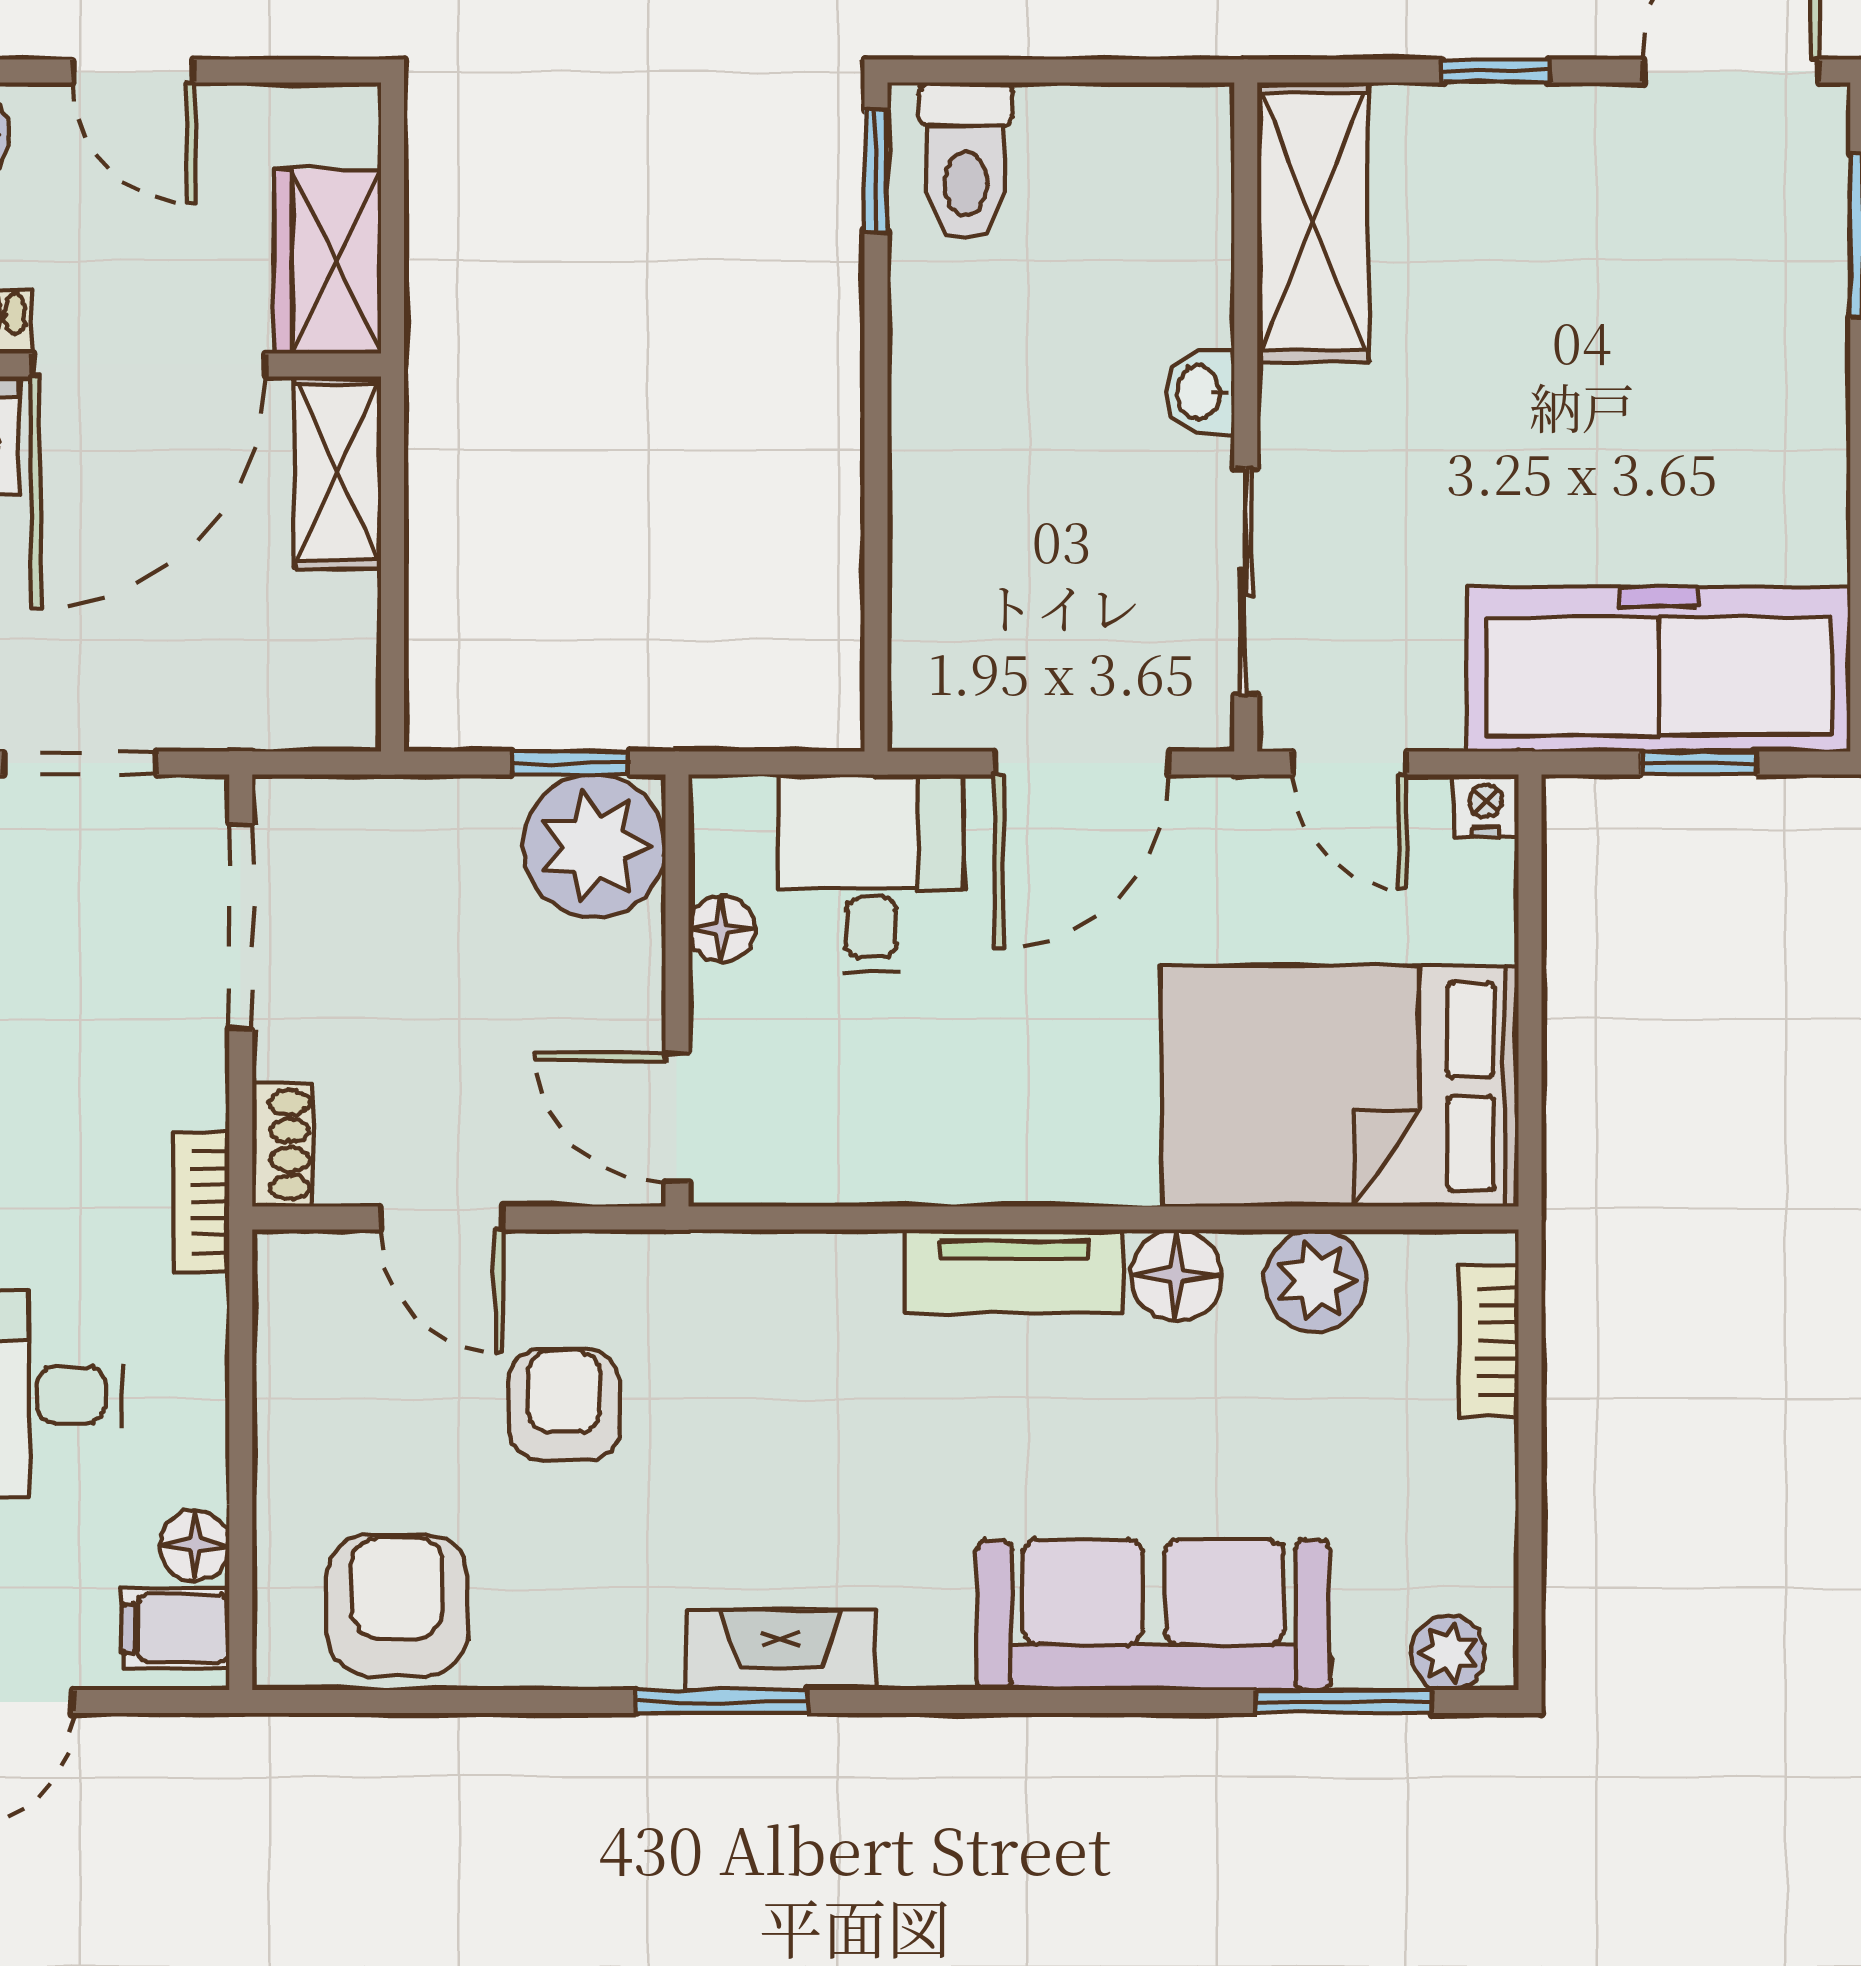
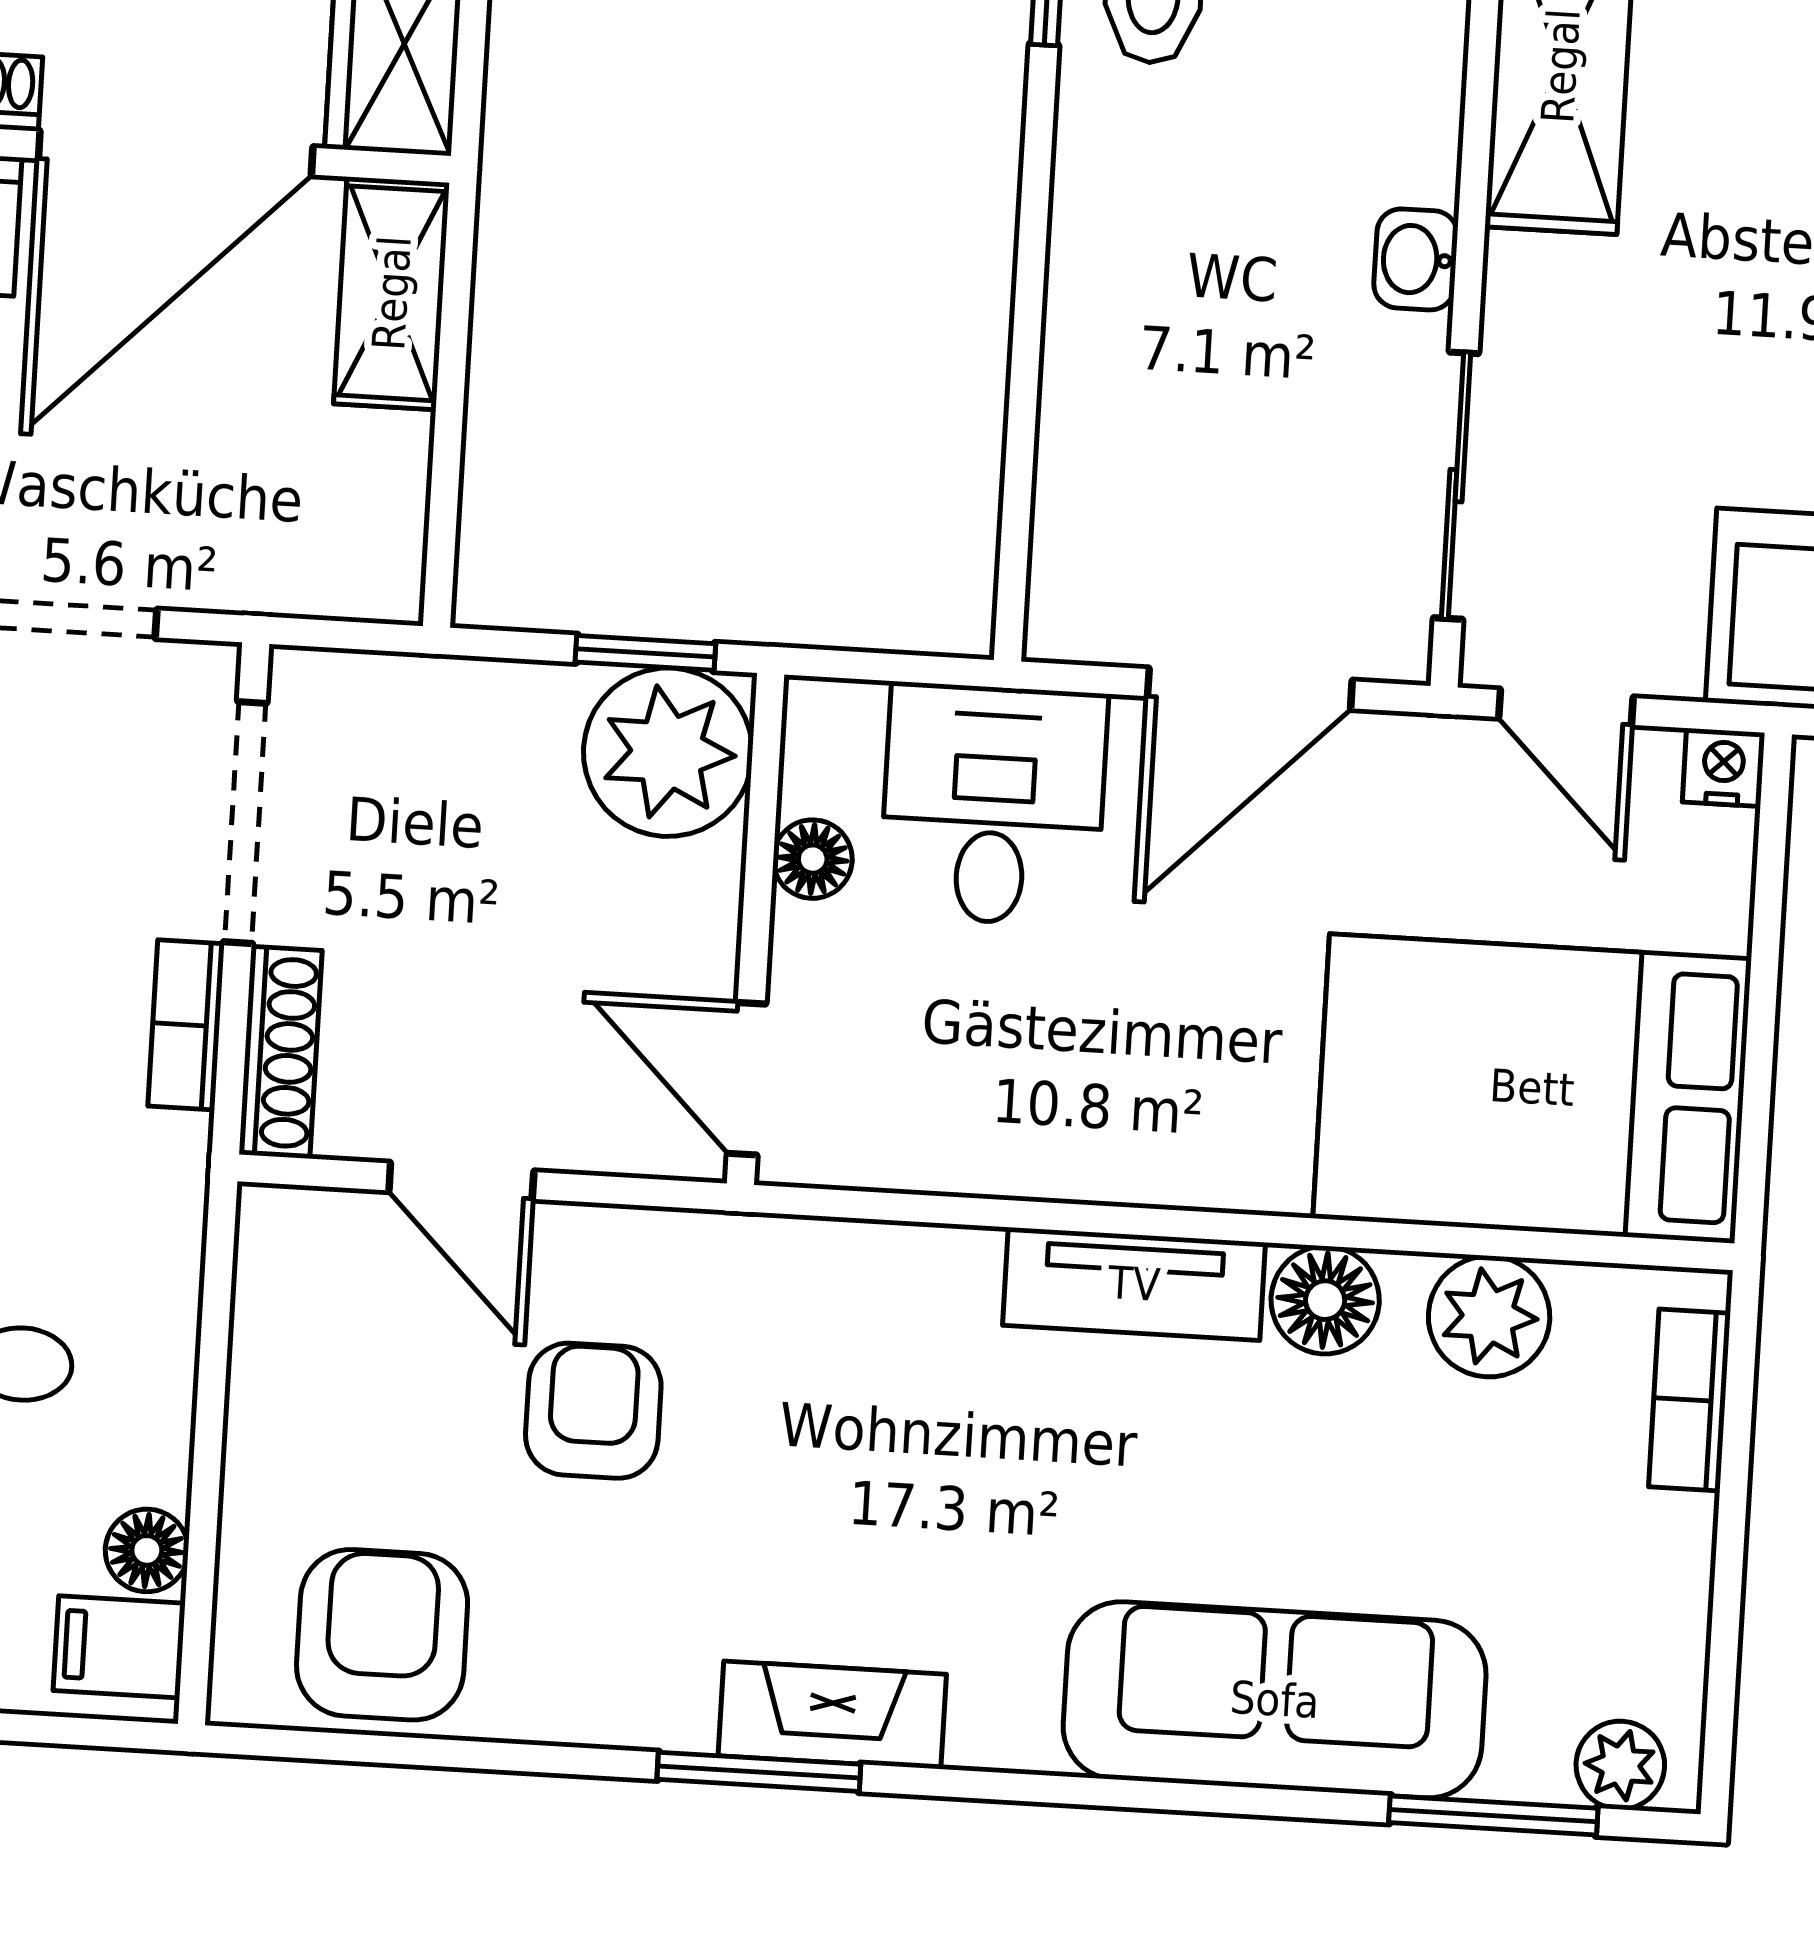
shoe rack: (282, 1145) -> (280, 1052), width x1.43
bookcase: (201, 1202) -> (186, 1025), moved

